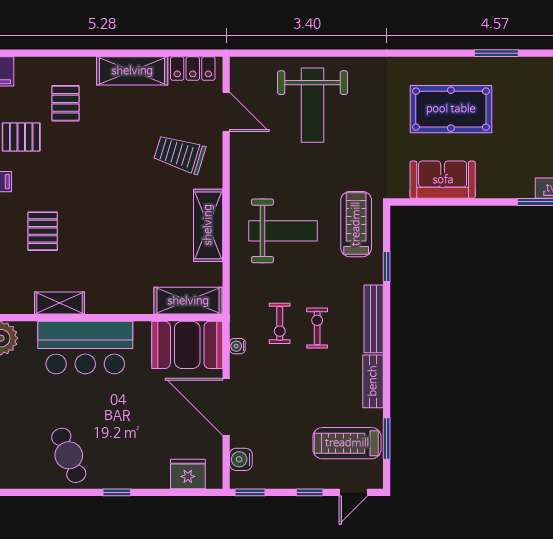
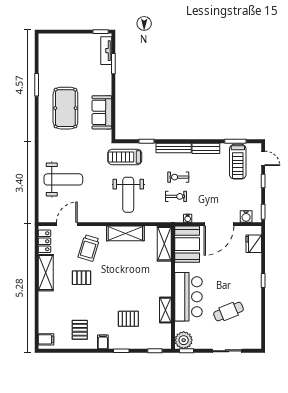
pallet: (65, 103) -> (81, 278), moved
weight bench: (283, 231) -> (128, 195), turned 180
cafe table: (69, 455) -> (229, 312), moved

